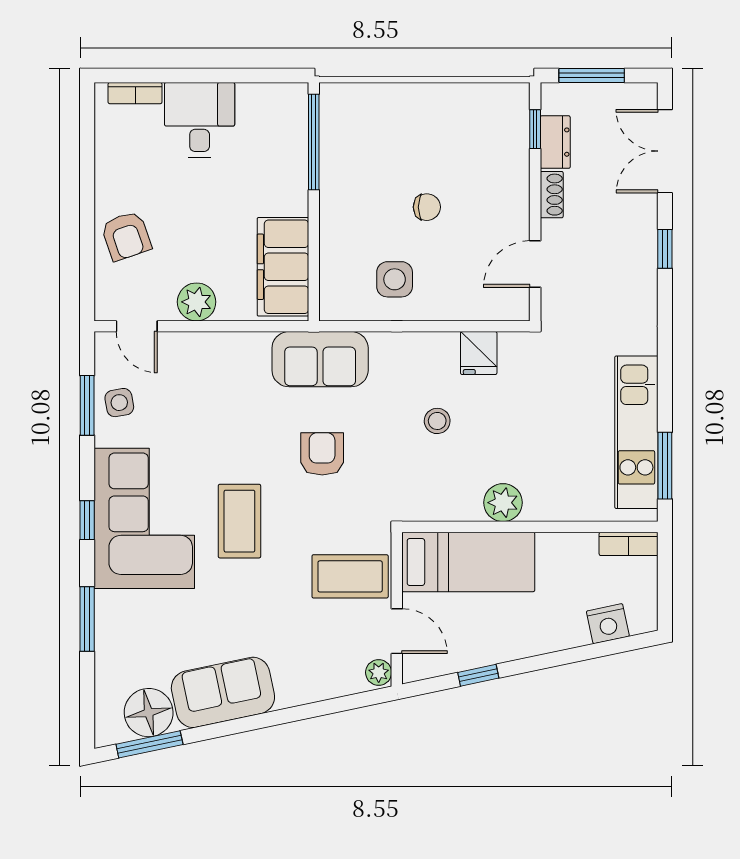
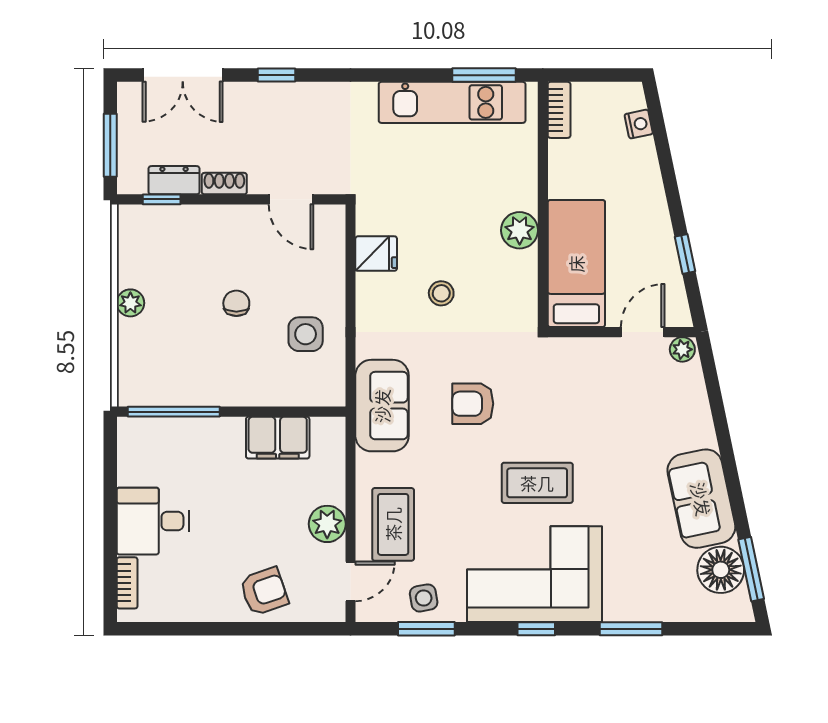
plant: (427, 97) -> (130, 303), added
filing cabinet: (283, 267) -> (278, 438), width x0.67, depth x0.86
coffee table: (350, 576) -> (393, 524), moved
nightstand: (608, 624) -> (639, 124), width x0.72, depth x0.74

